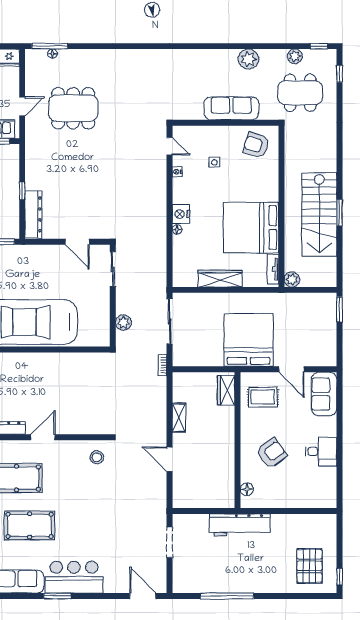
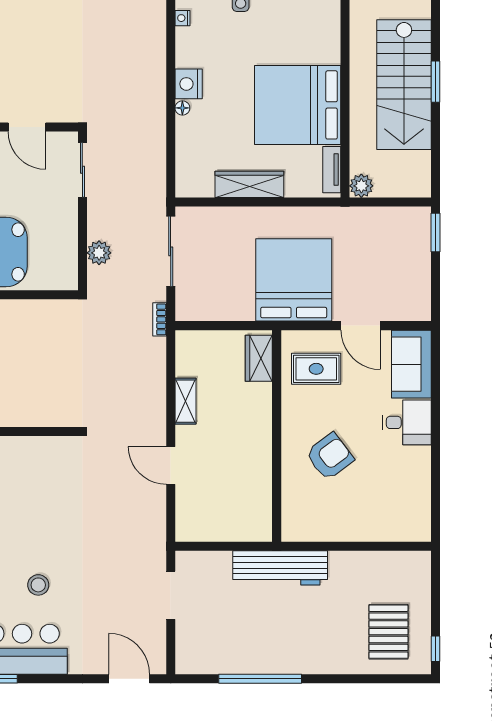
desk: (321, 452) -> (407, 422), moved
stool: (97, 457) -> (38, 585), moved
floor lamp: (247, 489) -> (291, 513), removed

